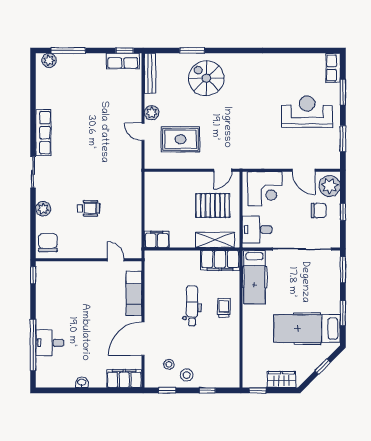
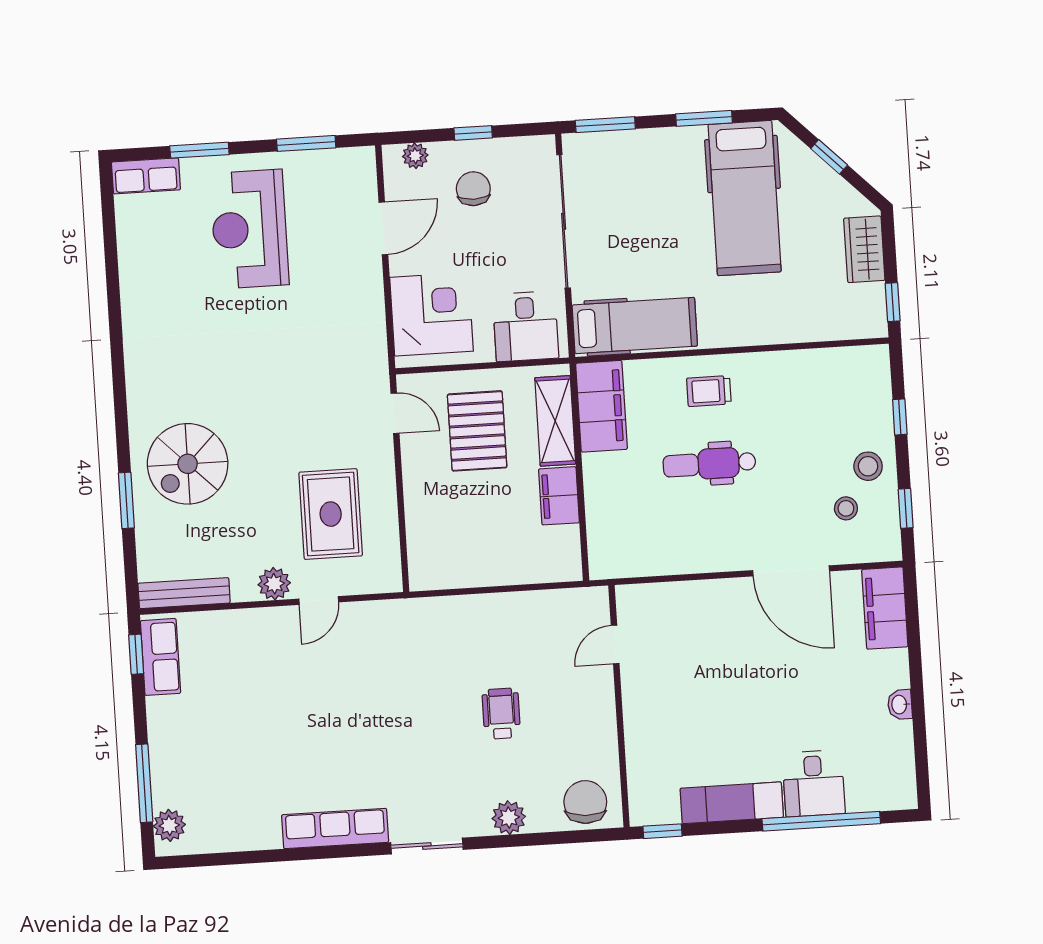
plant: (330, 186) -> (415, 156), width x0.53, depth x0.53
filing cabinet: (157, 239) -> (559, 496), moved
chair: (48, 243) -> (585, 802), turned 93
exam couch: (134, 293) -> (732, 803), moved, turned 180

